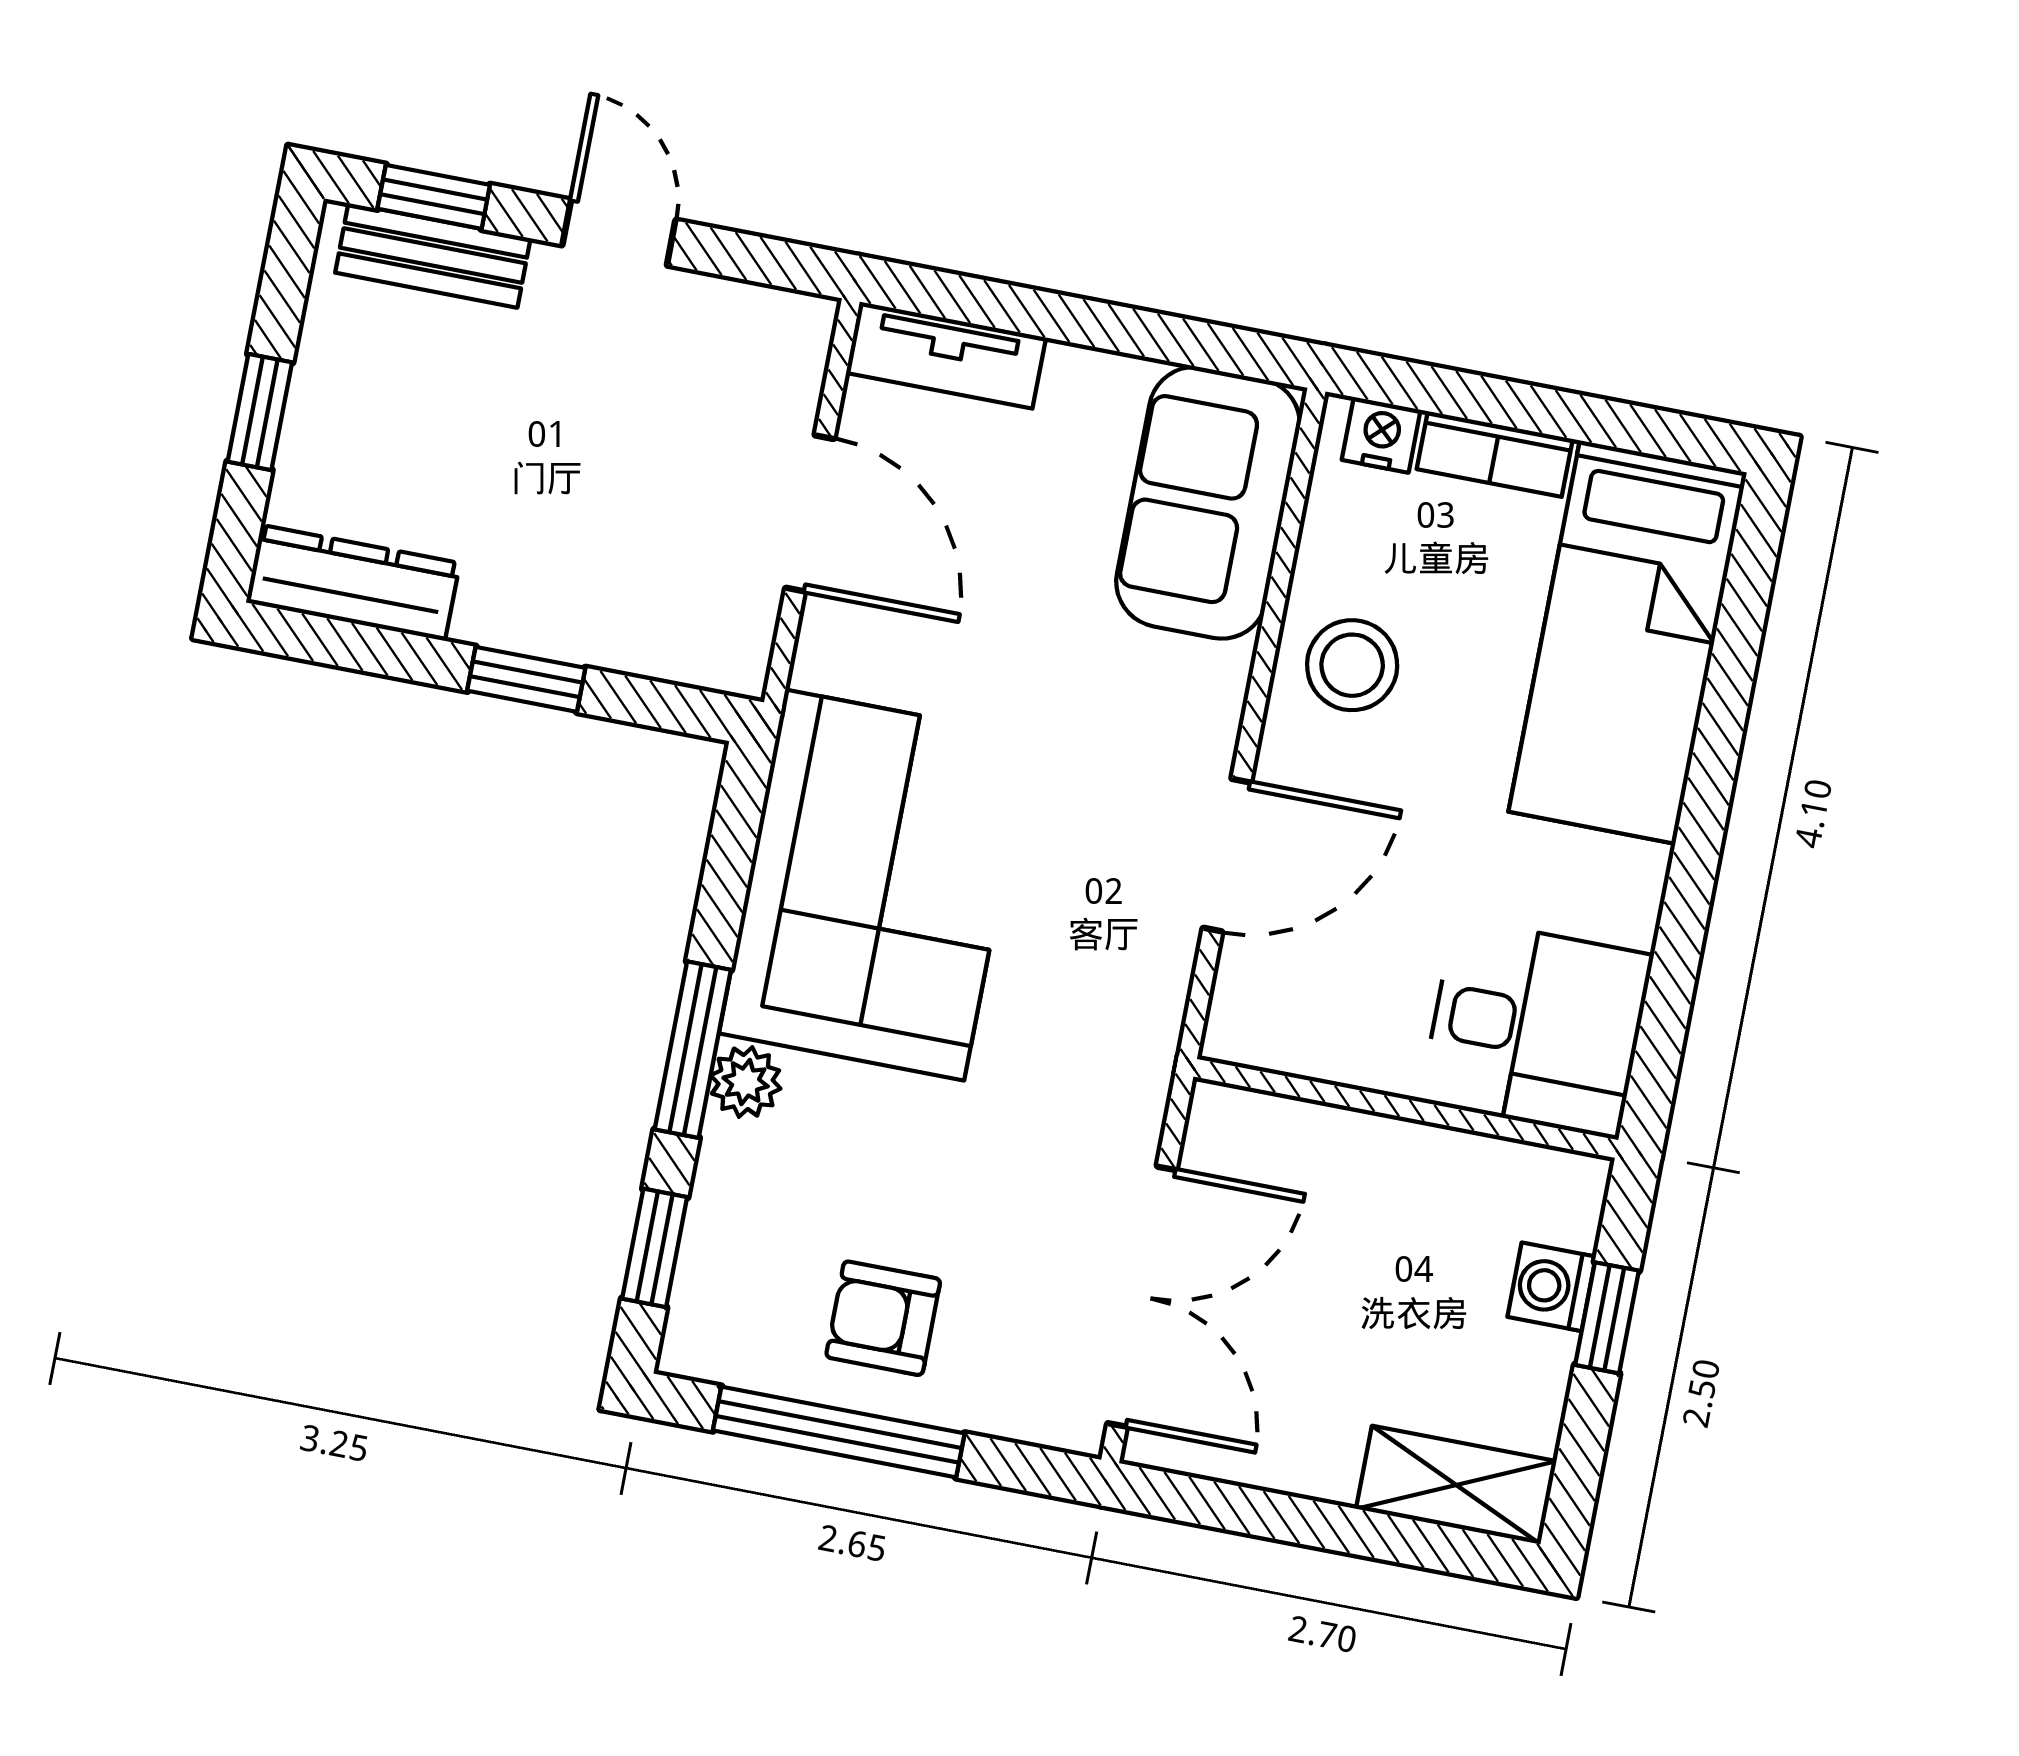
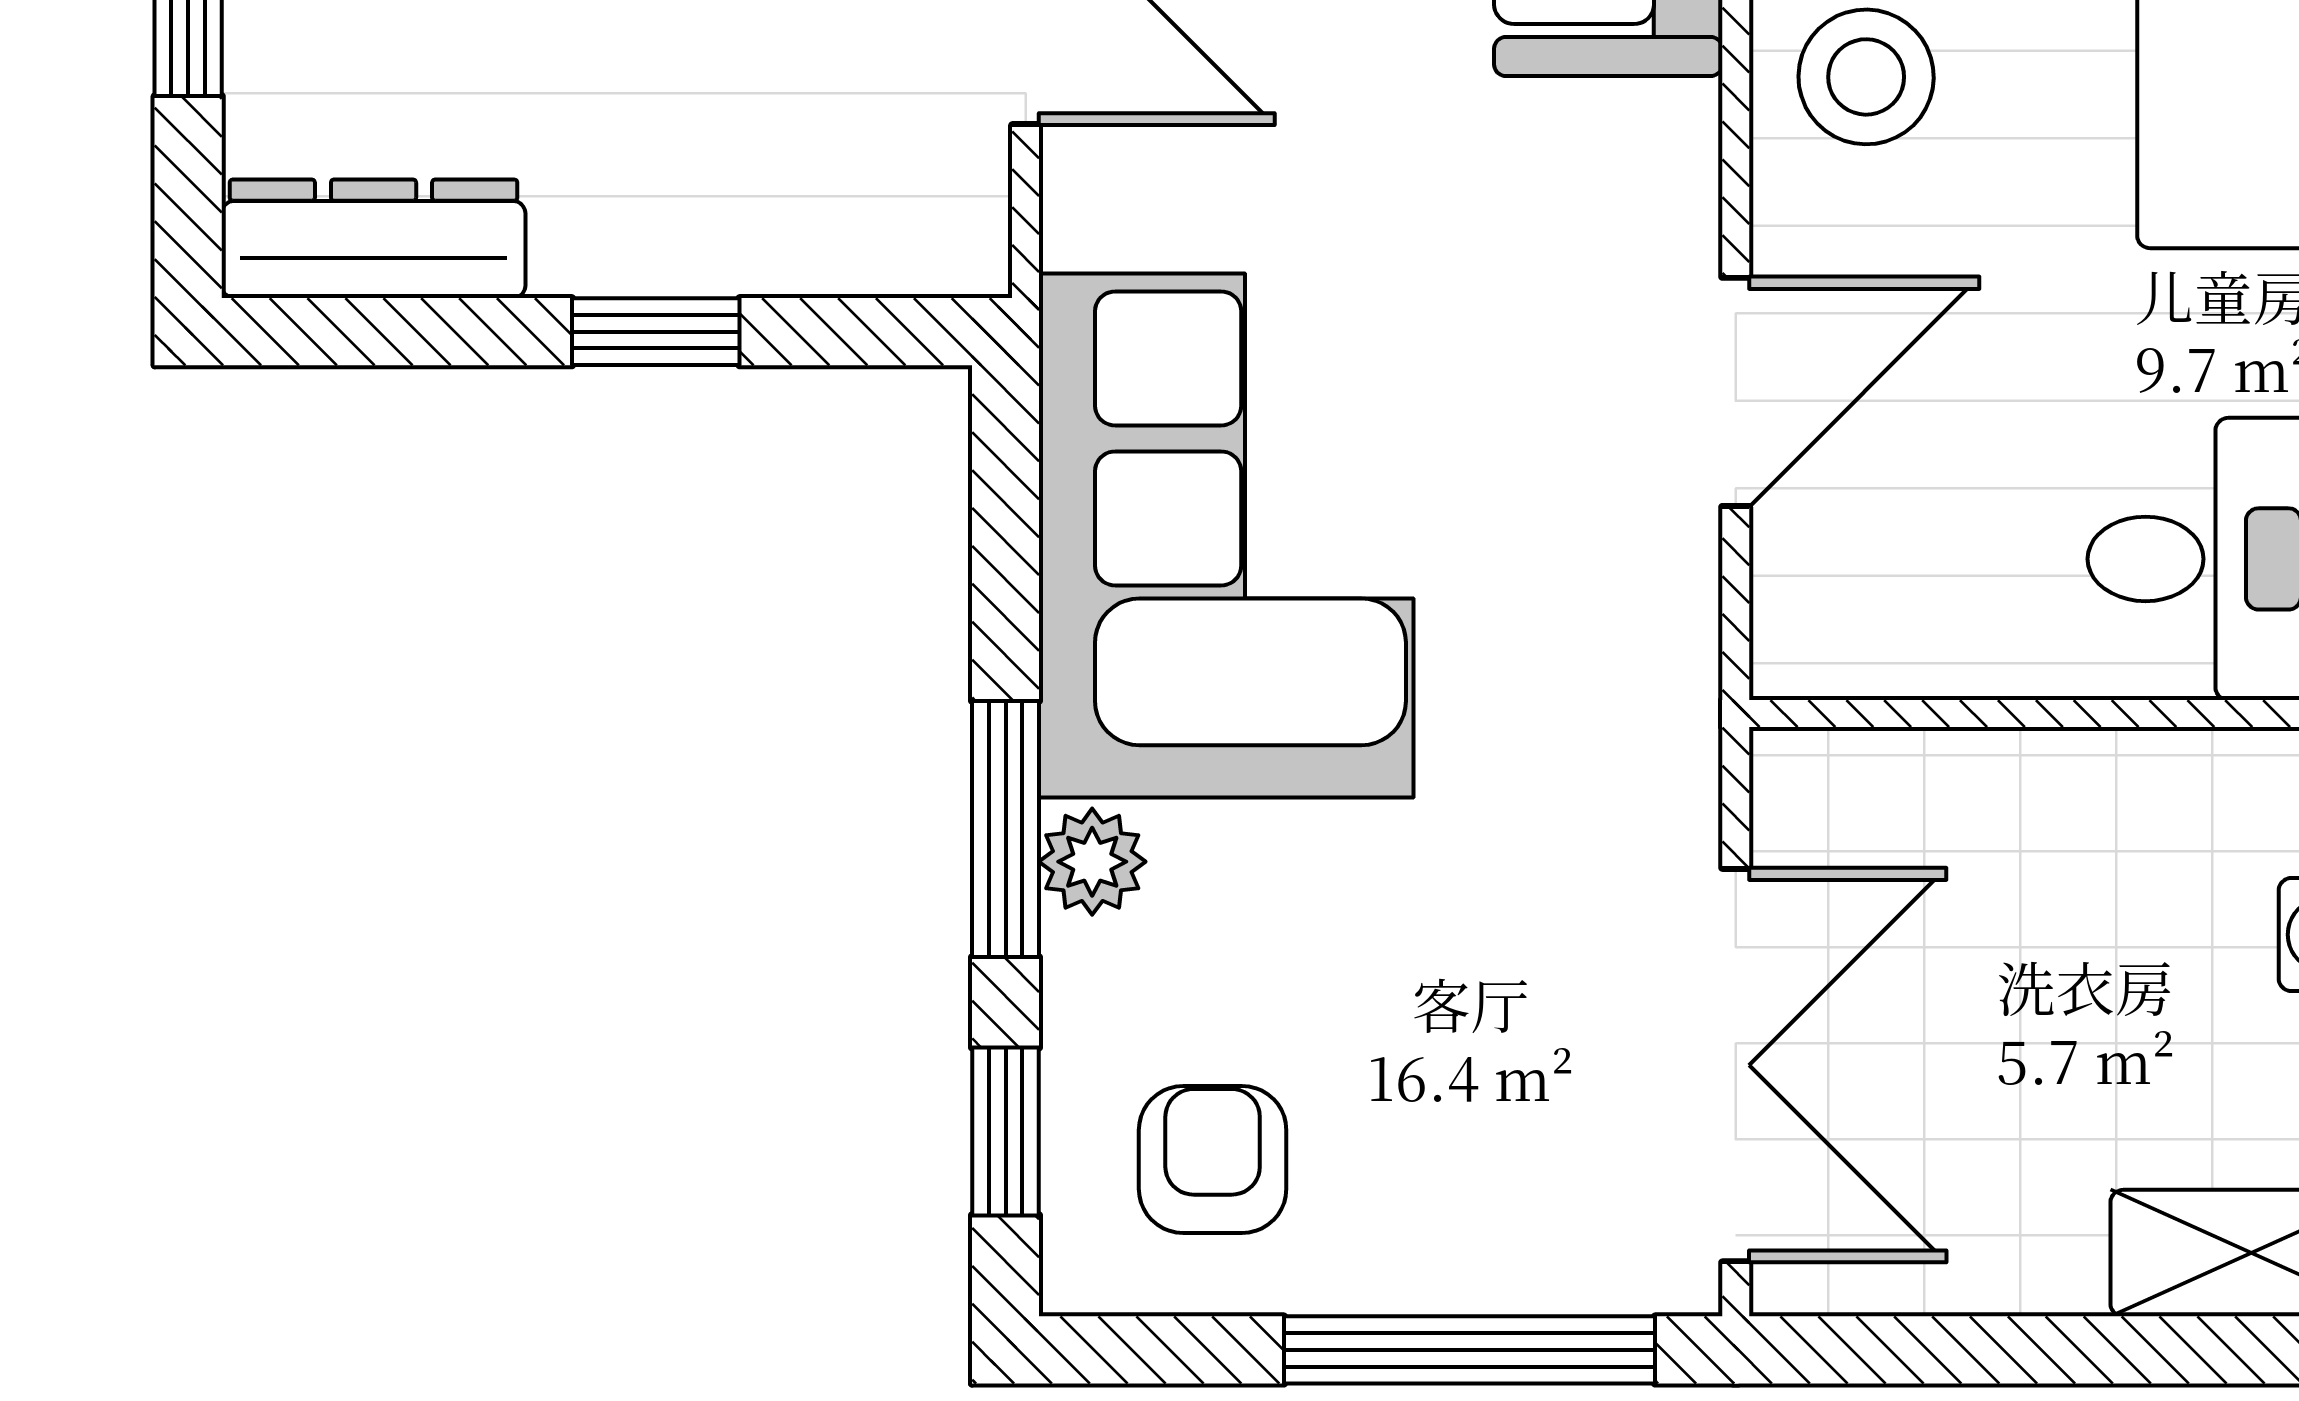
armchair: (883, 1318) -> (1213, 1159), moved, turned 90
window: (839, 1432) -> (1470, 1350), moved

